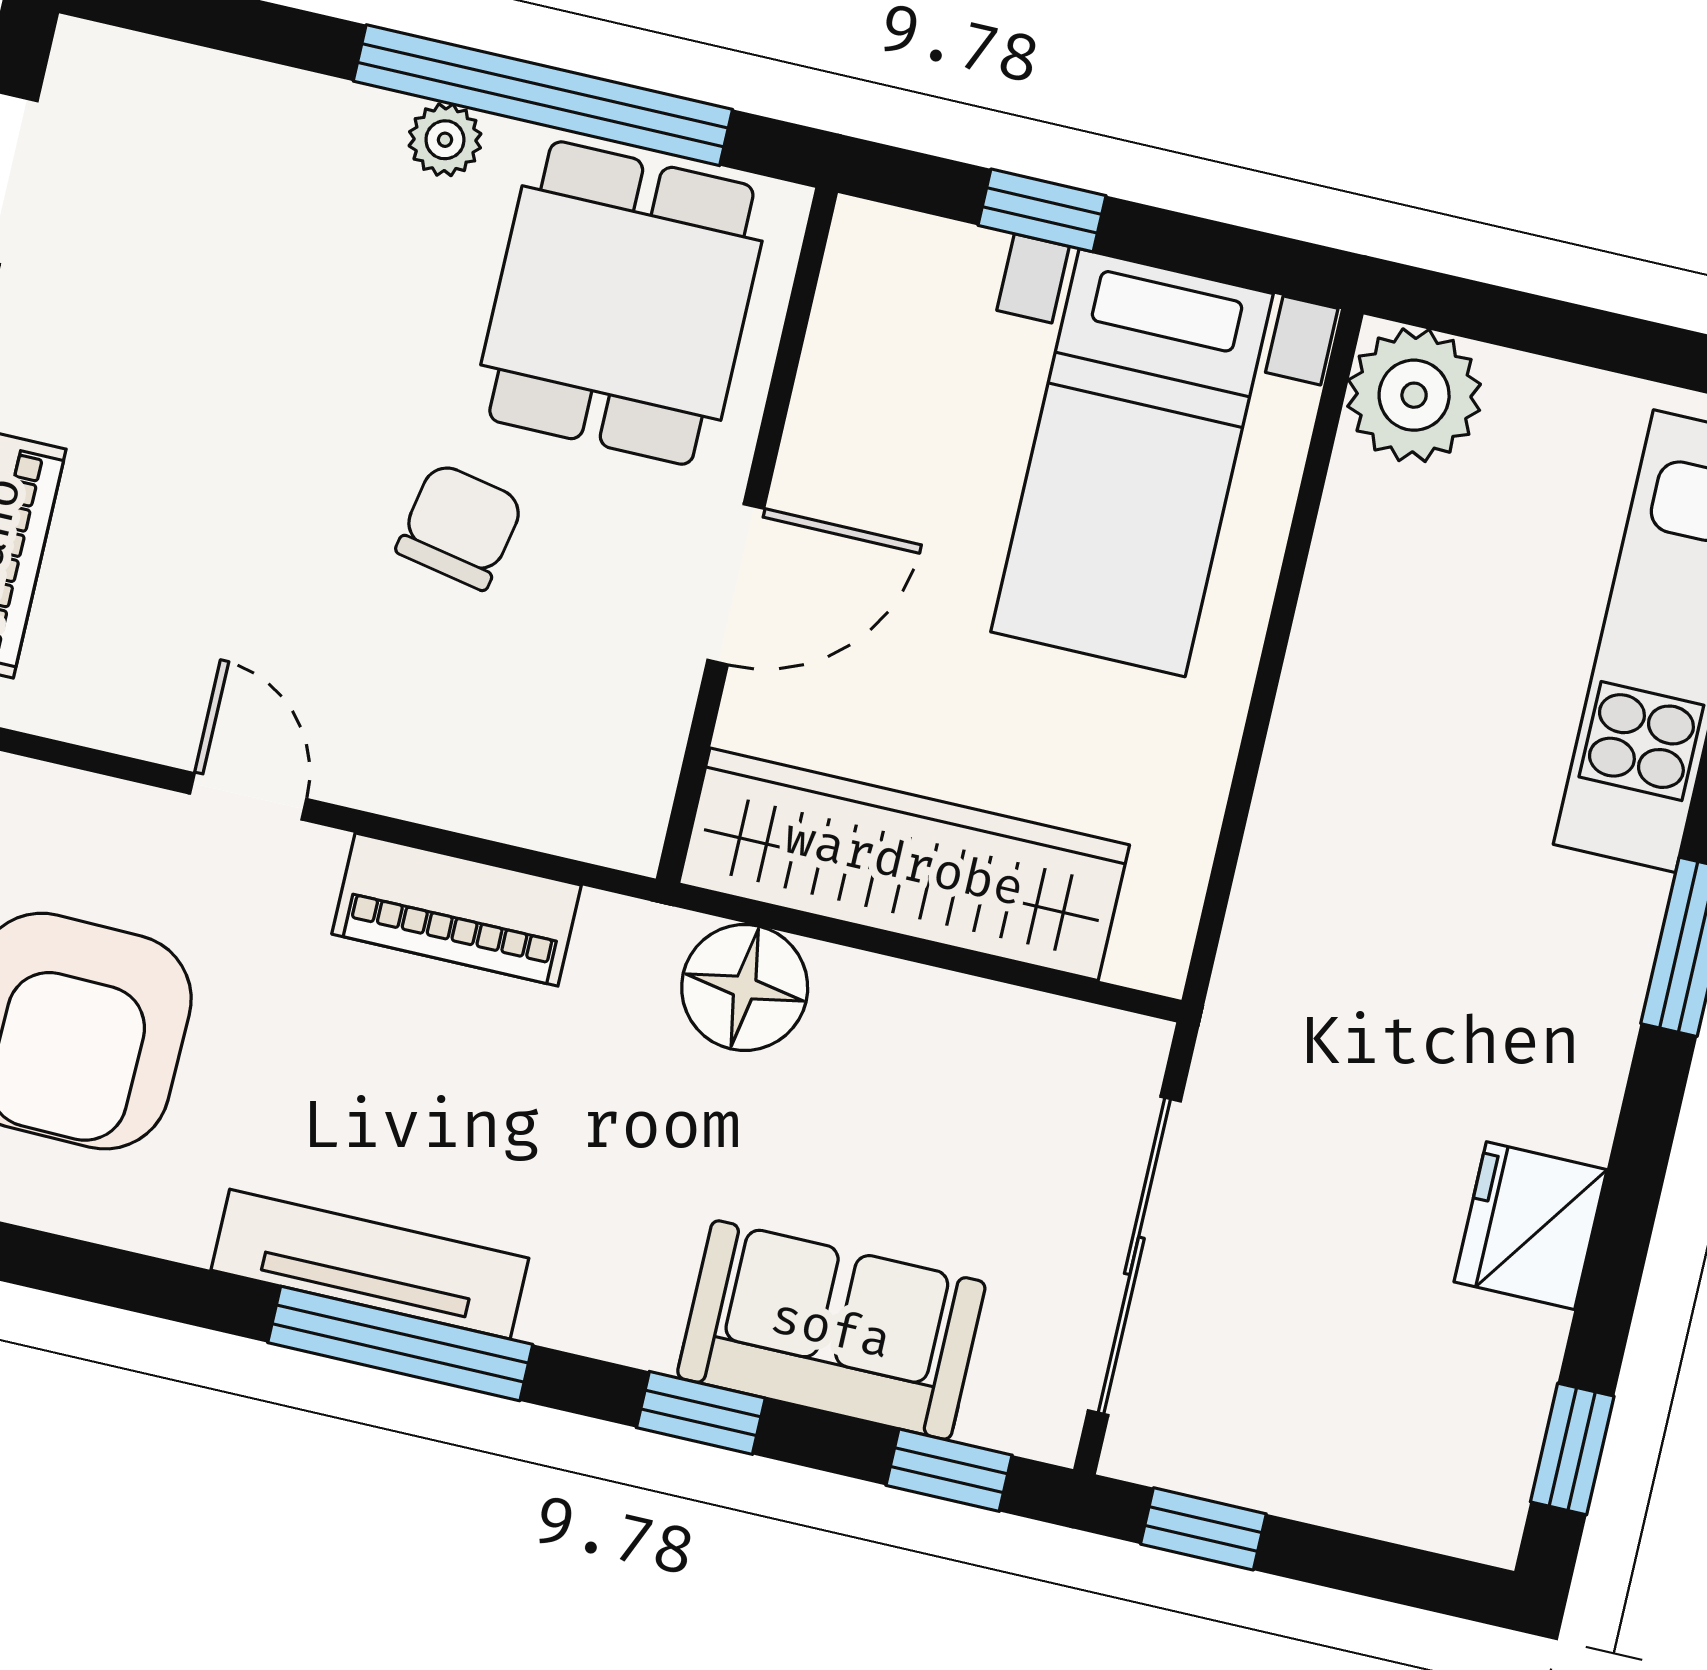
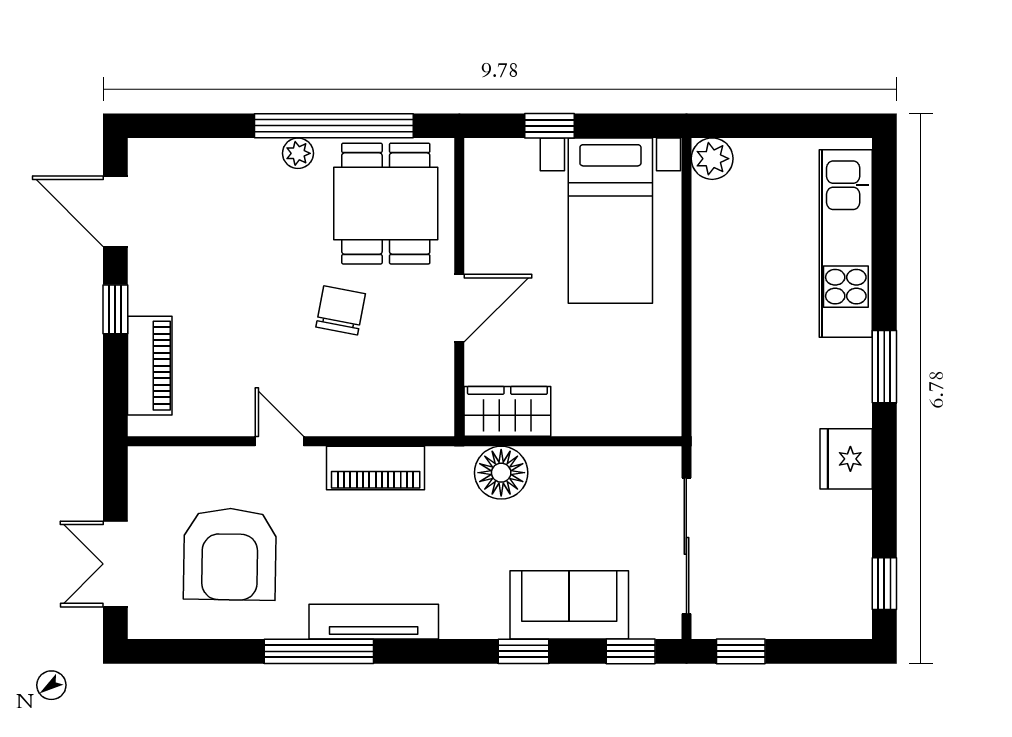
plant: (1414, 395) -> (712, 159), width x0.73, depth x0.73
wardrobe: (904, 864) -> (507, 411), width x0.48, depth x0.85
fridge: (1531, 1226) -> (846, 459), moved
window: (400, 1343) -> (319, 651), moved

